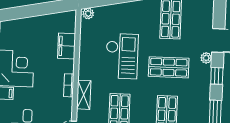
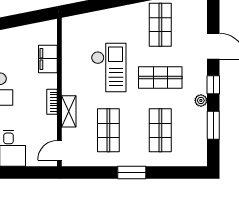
plant: (88, 13) -> (70, 22), removed
plant: (206, 58) -> (201, 100), moved

